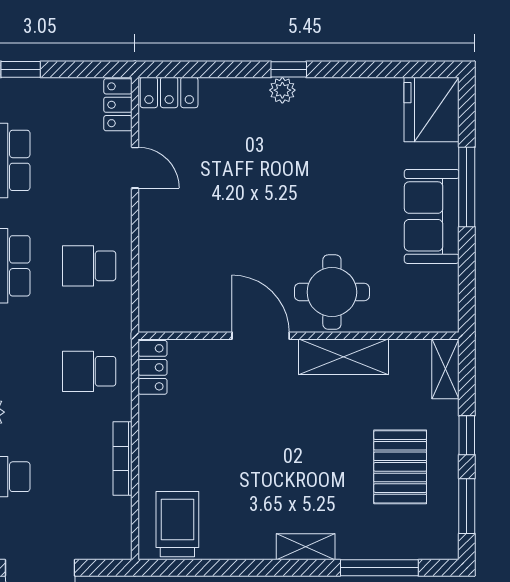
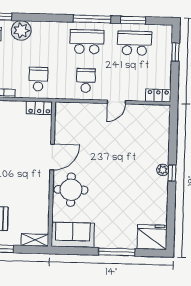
locker: (169, 92) -> (163, 119), removed
door: (135, 168) -> (116, 102), moved
sofa: (432, 216) -> (73, 235), moved
shelving: (343, 357) -> (42, 194), removed

